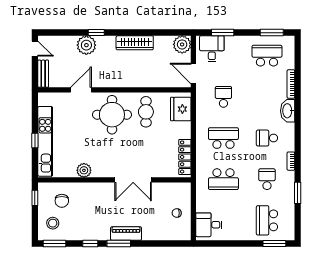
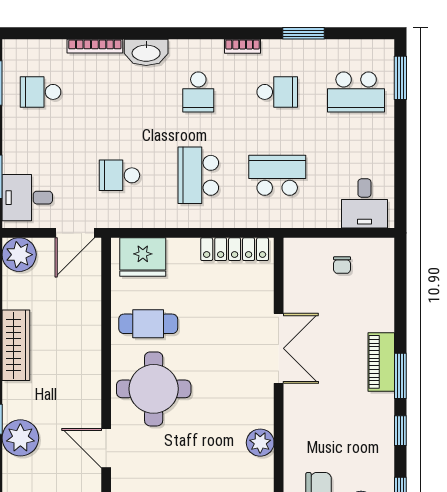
school desk: (267, 56) -> (41, 92), width x0.54
school desk: (223, 179) -> (277, 175), turned -90
school desk: (267, 179) -> (277, 92), turned 180

